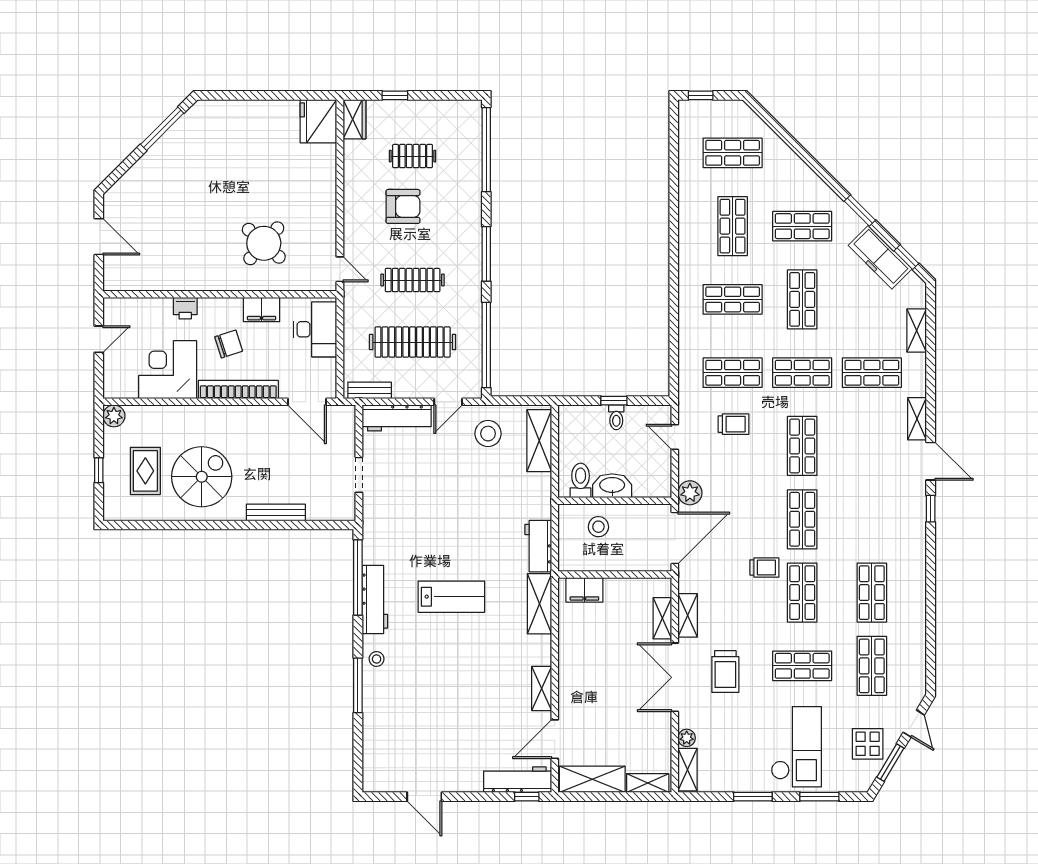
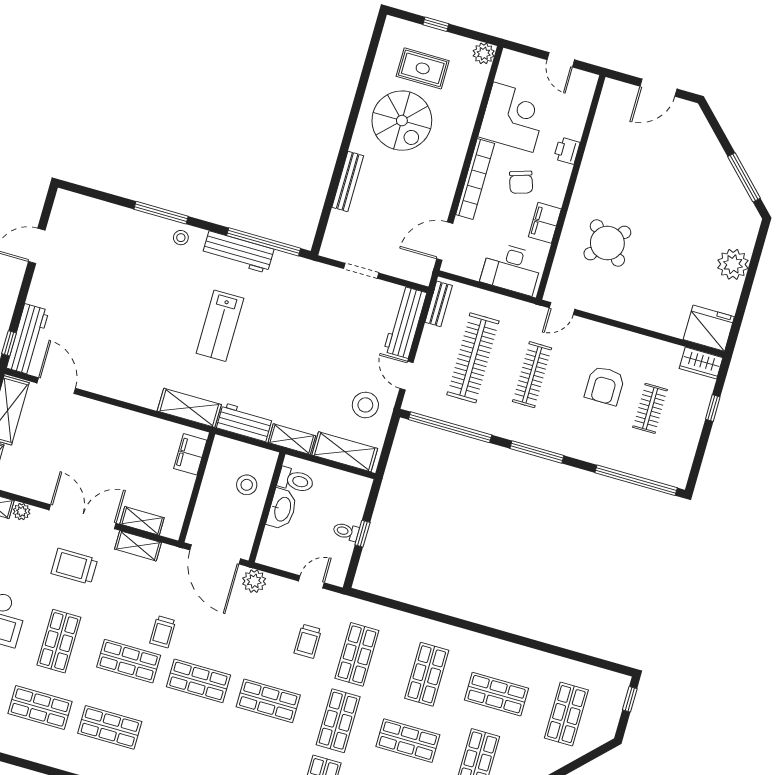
plant: (250, 115) -> (733, 264), added
shelving: (542, 688) -> (292, 439), moved

